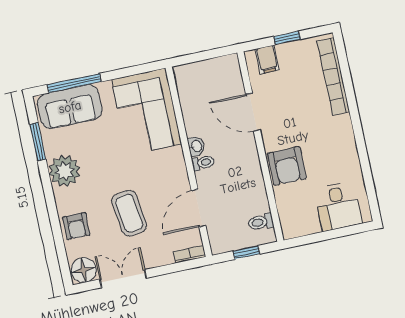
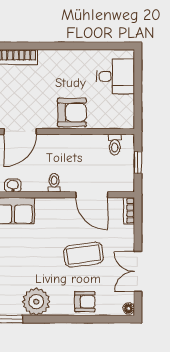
washbasin: (196, 146) -> (13, 186), moved
floor lamp: (84, 270) -> (129, 308), width x0.53, depth x0.53

